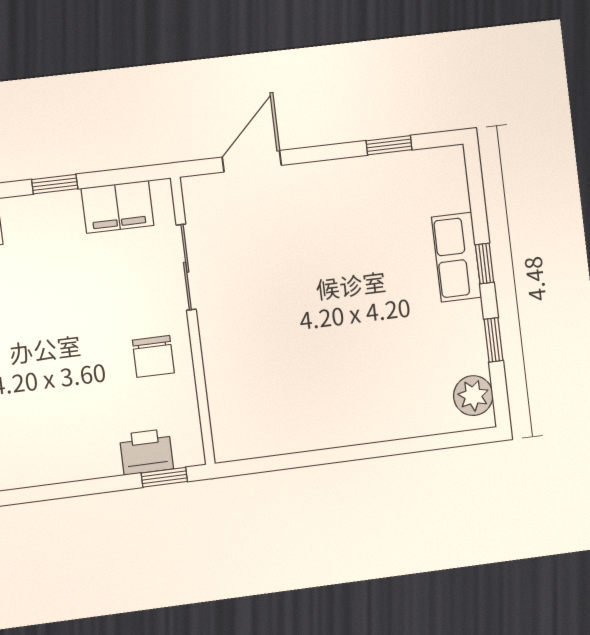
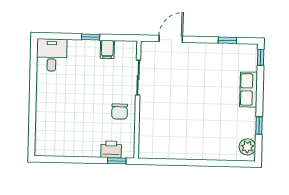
filing cabinet: (118, 207) -> (107, 49), width x0.50
window: (485, 264) -> (261, 57), moved

